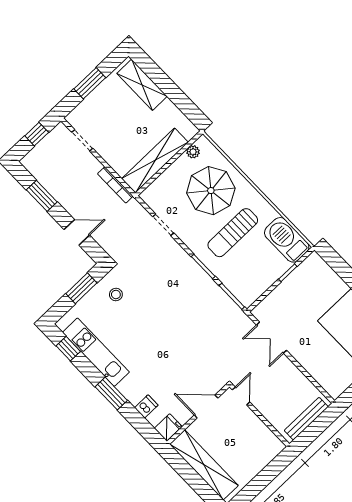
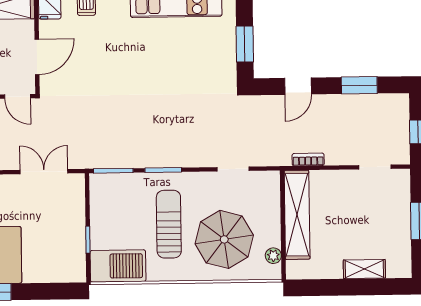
shelving: (142, 85) -> (364, 269), width x0.67, depth x0.75
bookcase: (115, 185) -> (308, 160), width x0.64
stool: (116, 294) -> (211, 70), removed

